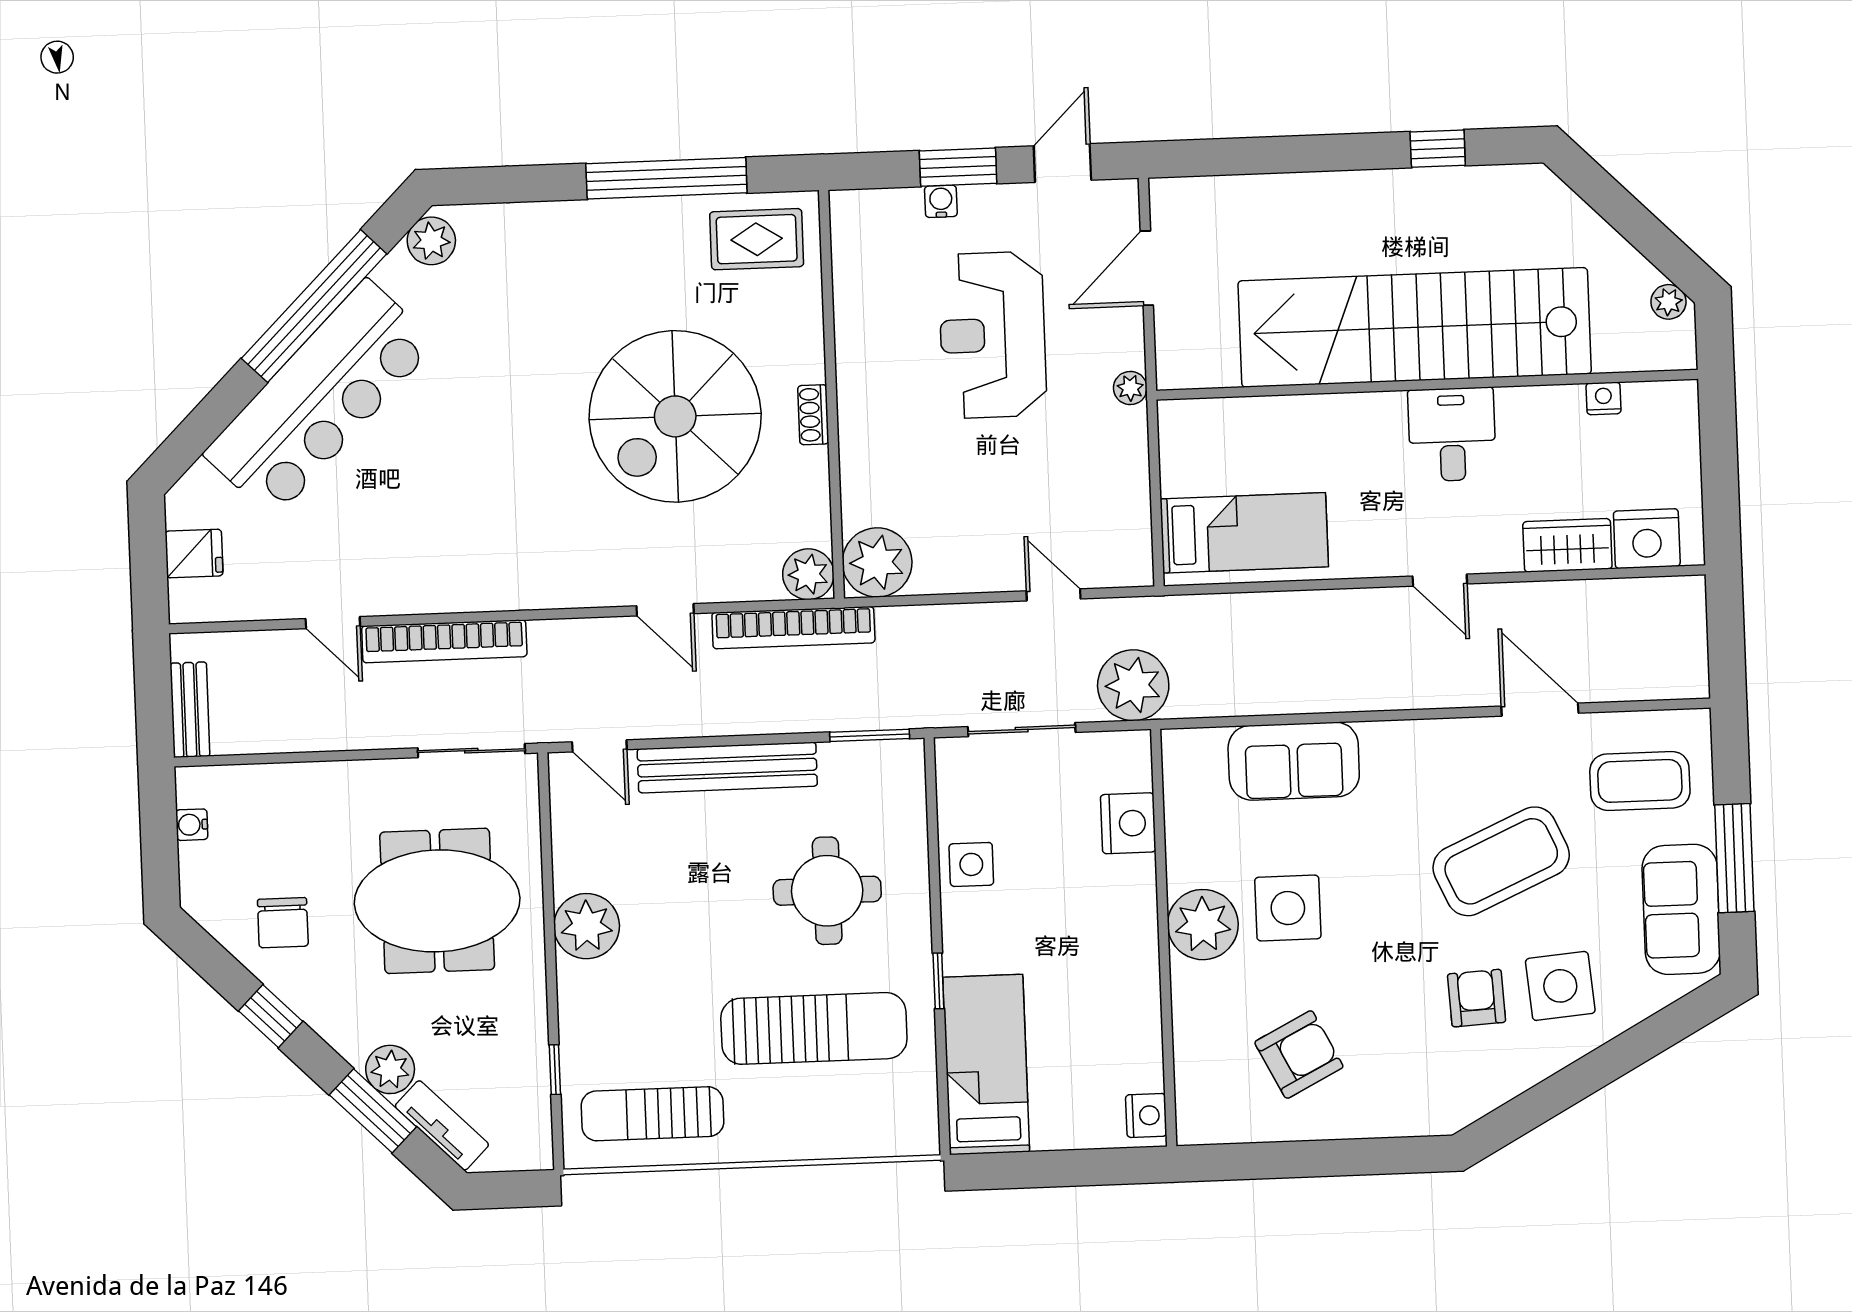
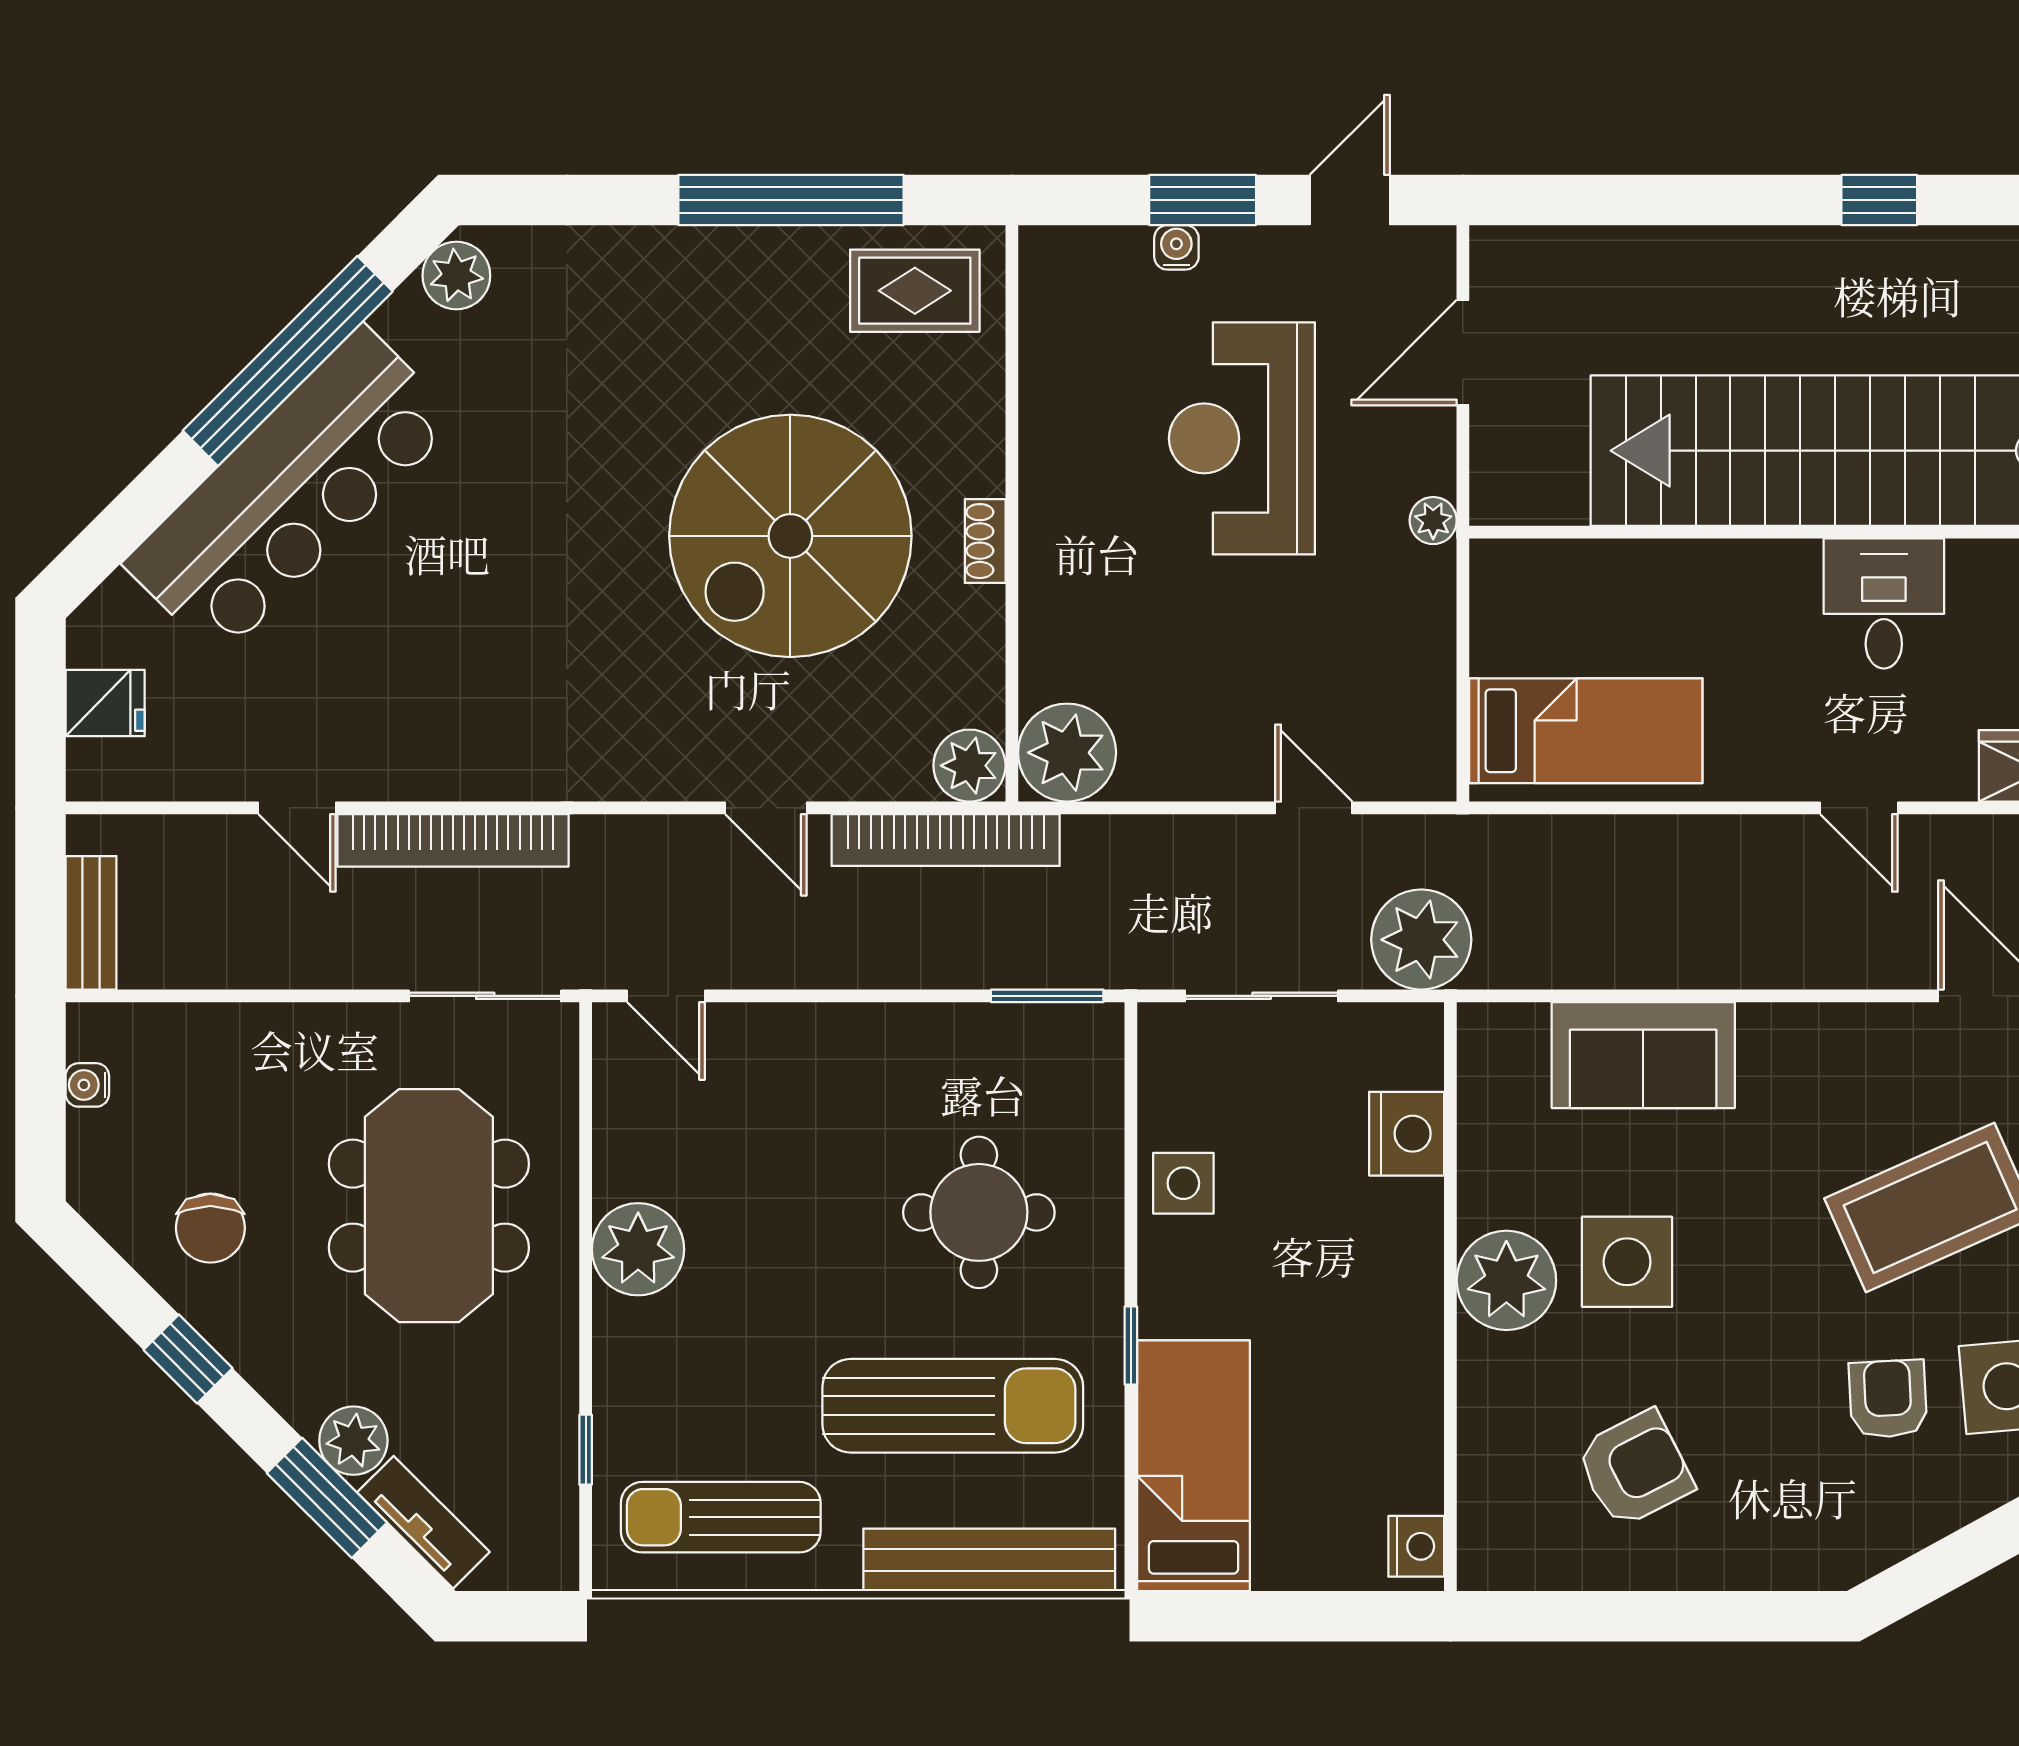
bench: (727, 768) -> (989, 1560), moved
meeting table: (437, 901) -> (429, 1206), turned 90

